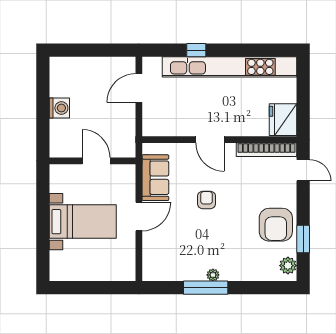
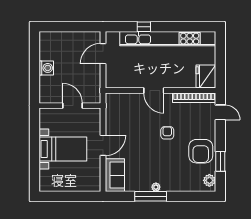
sofa: (155, 178) -> (115, 175), moved
armchair: (207, 200) -> (167, 133), moved

